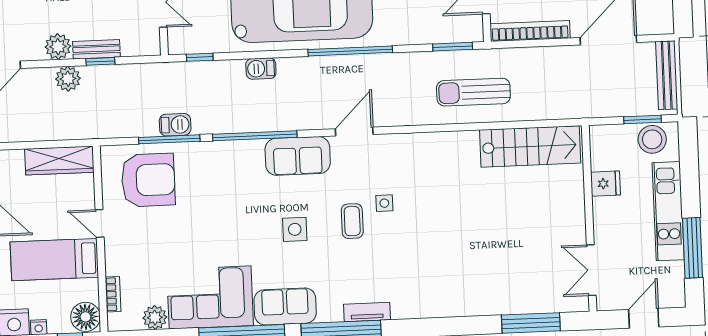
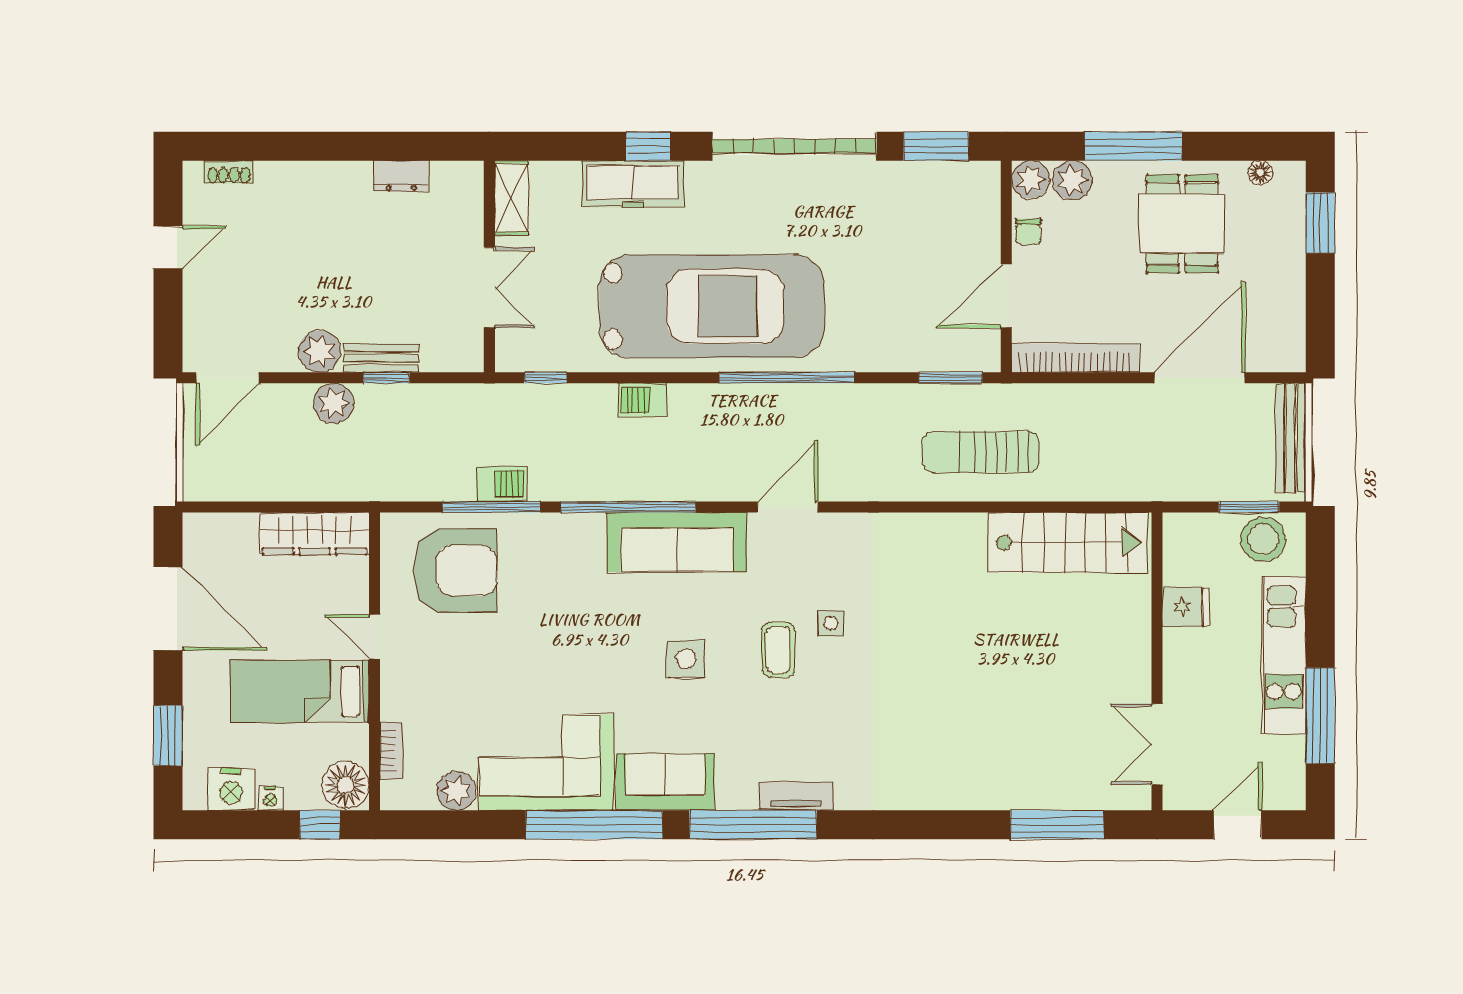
sofa: (298, 156) -> (677, 542), width x1.36

